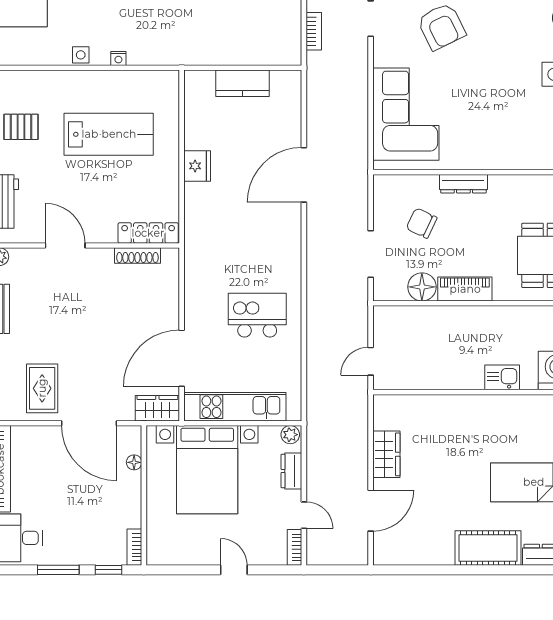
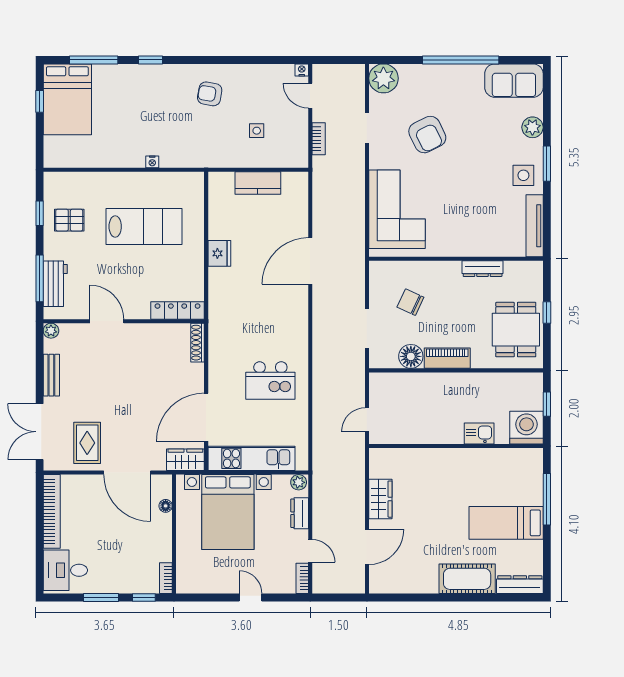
side table: (81, 55) -> (257, 131), moved
dresser: (463, 184) -> (483, 269), moved
shoe rack: (137, 256) -> (198, 343), moved, turned 90
kitchen island: (257, 315) -> (270, 380), turned 180

